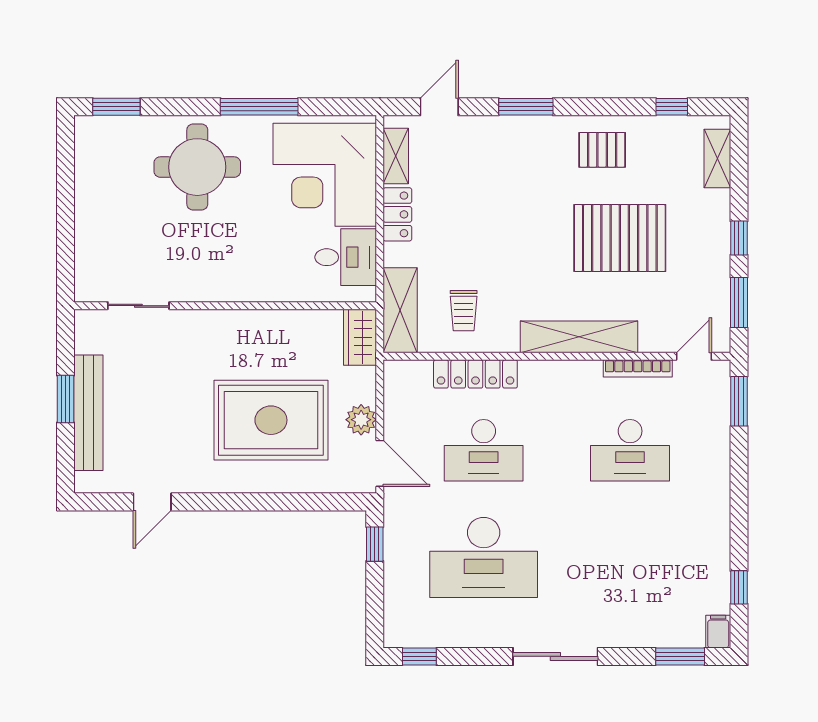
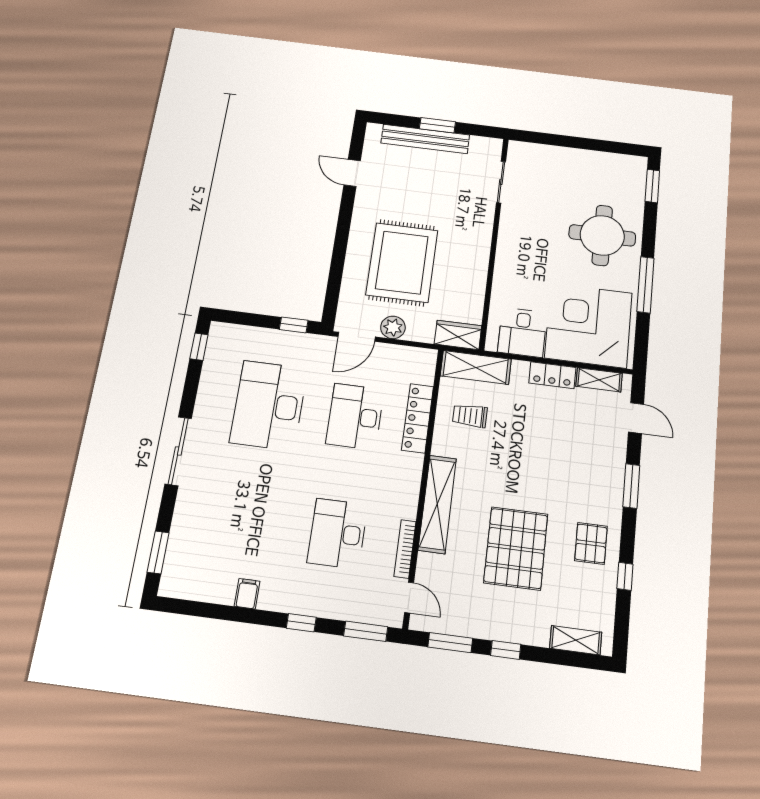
window: (672, 107) -> (625, 576), moved
window: (739, 587) -> (301, 623), moved
filing cabinet: (718, 632) -> (247, 594), moved, turned -90

